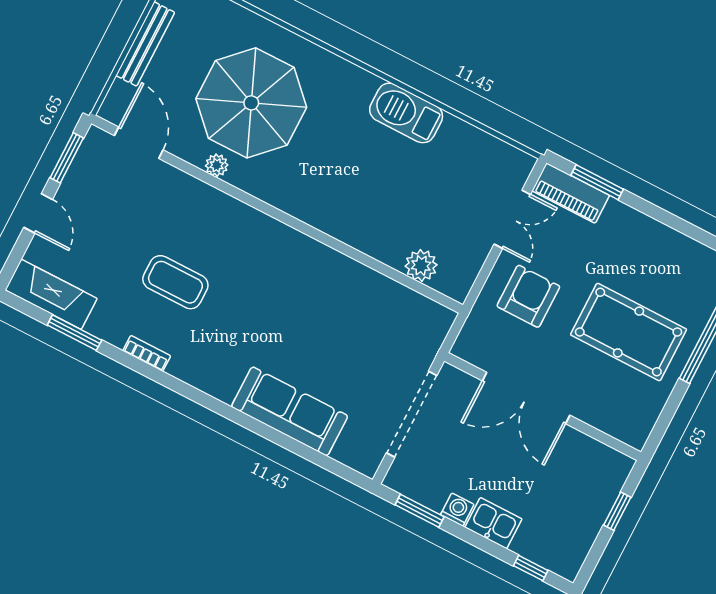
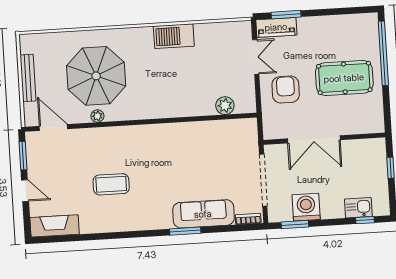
window: (74, 333) -> (185, 231), moved
bookcase: (147, 353) -> (248, 219), moved
washing machine: (457, 510) -> (306, 207), width x1.89, depth x1.89
kitchen sink: (493, 523) -> (358, 208), moved

